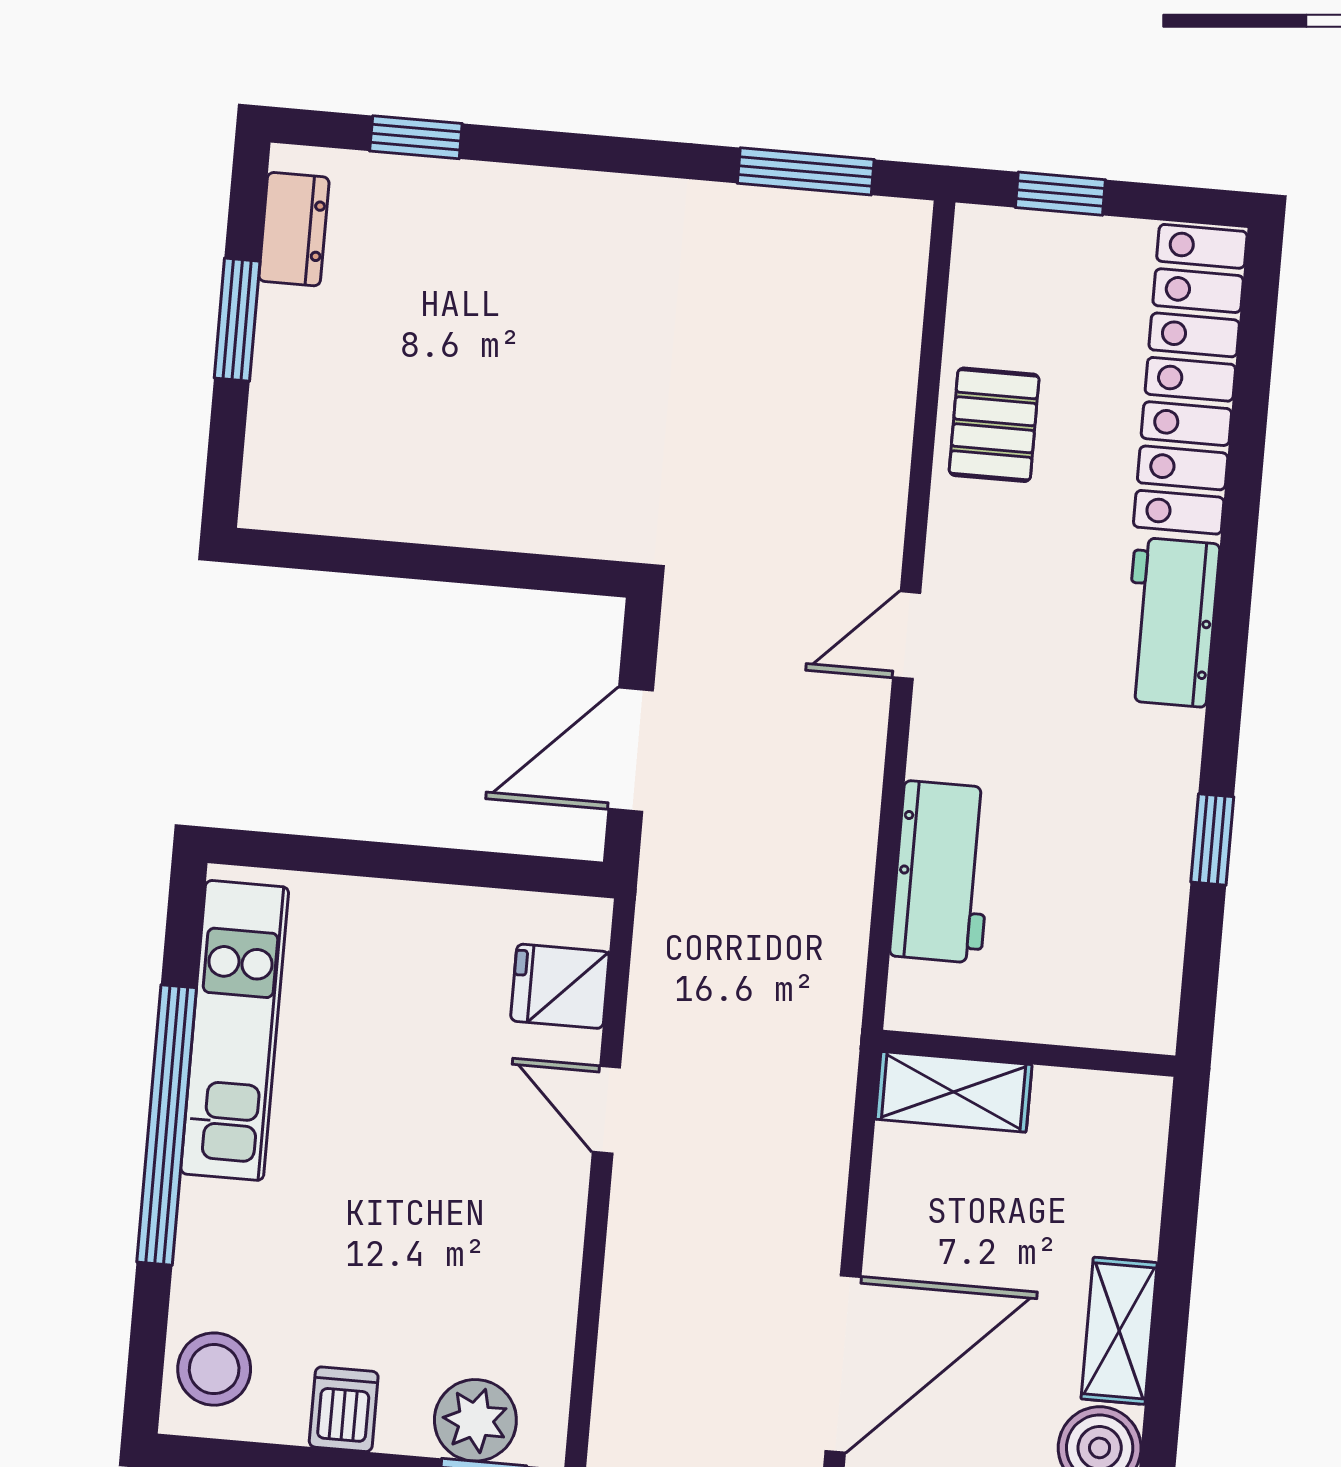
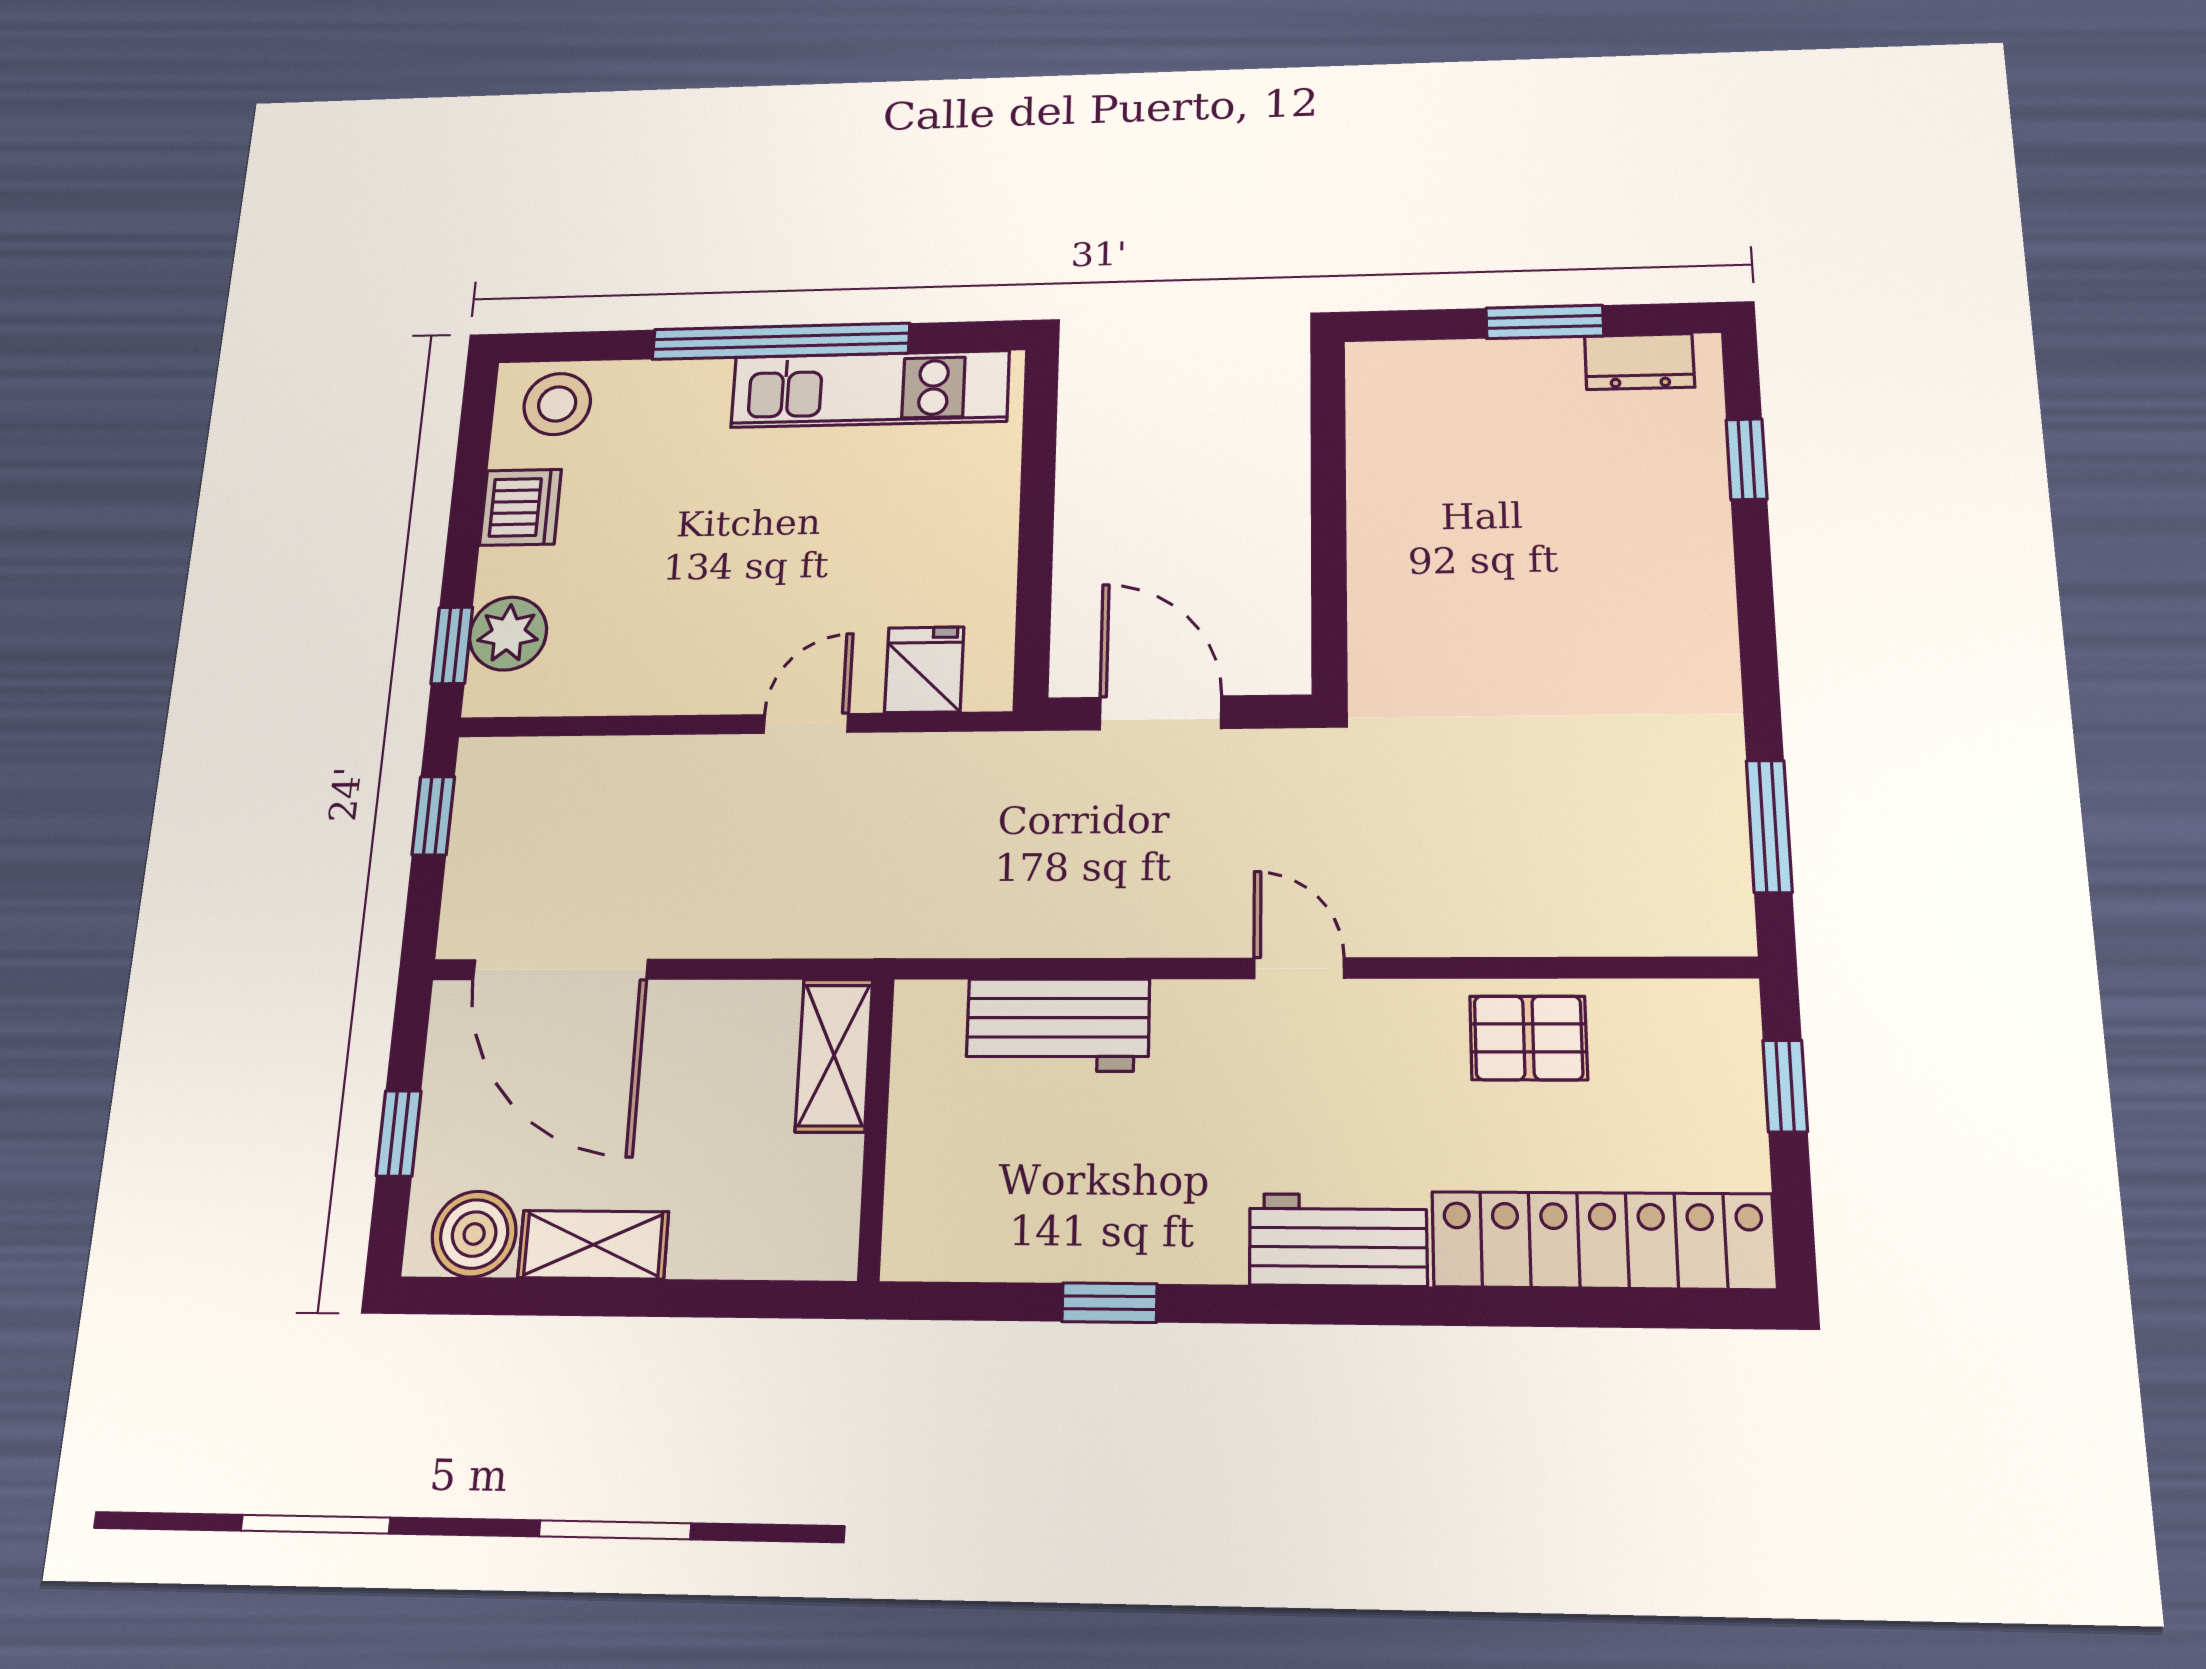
dishwasher: (344, 1409) -> (521, 507), width x1.38

